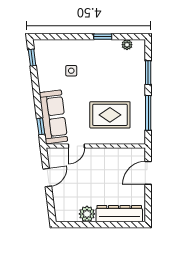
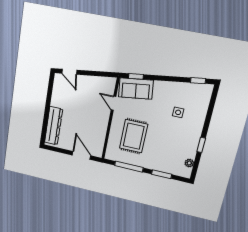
sofa: (53, 117) -> (136, 89), width x0.73
door: (47, 177) -> (69, 72), moved
plant: (87, 214) -> (57, 100), removed

